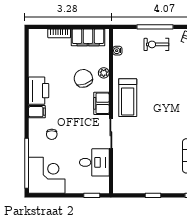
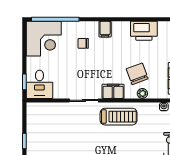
chair: (83, 78) -> (137, 74), turned -91
printer: (39, 91) -> (144, 31), moved
treadmill: (128, 98) -> (119, 117), turned 180
desk: (94, 162) -> (39, 84), moved

